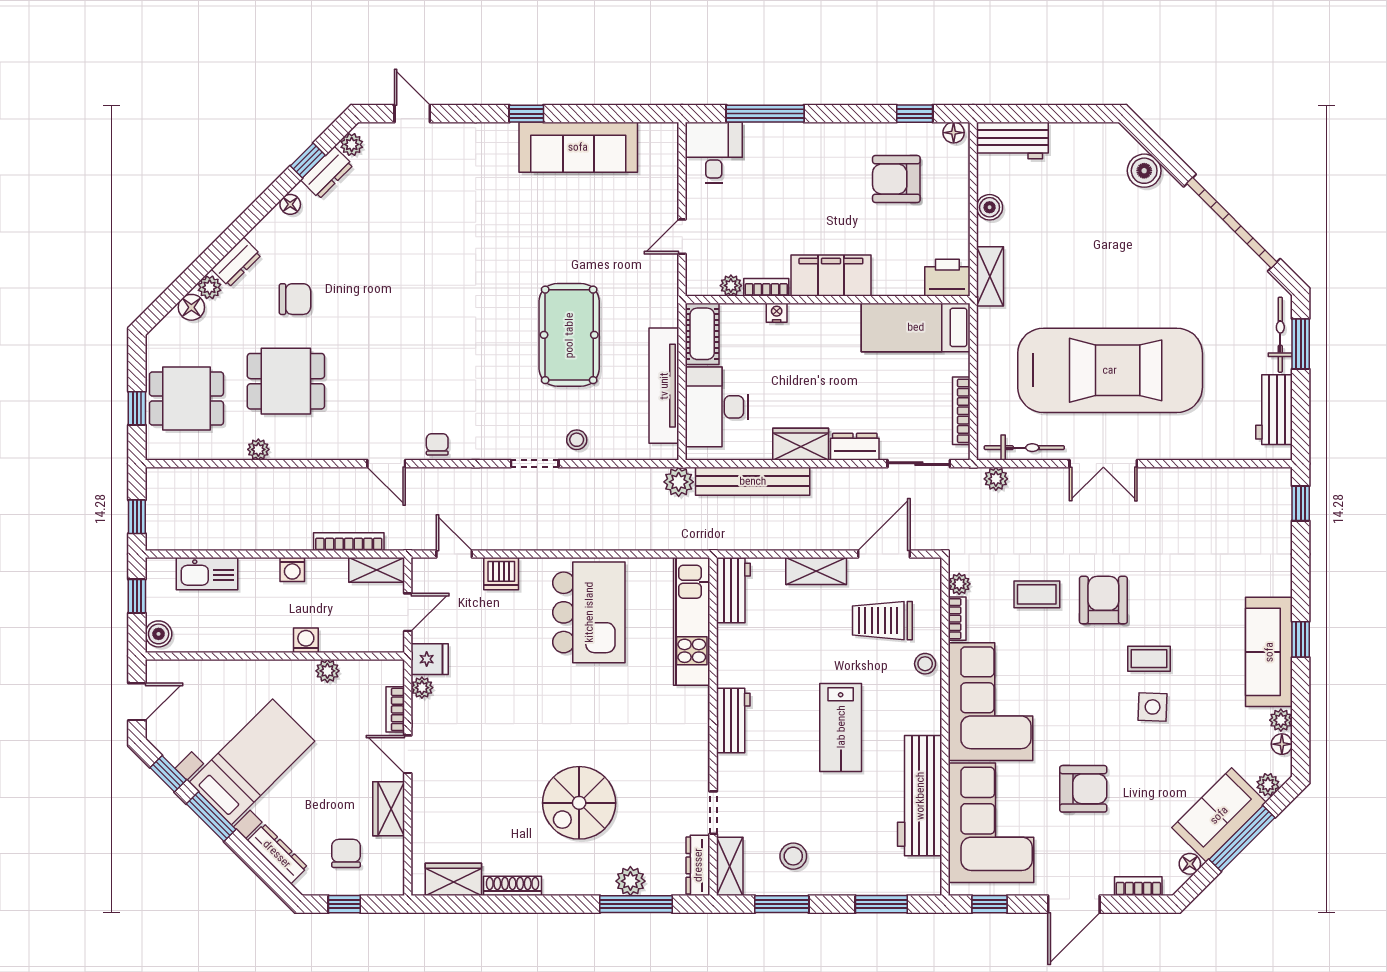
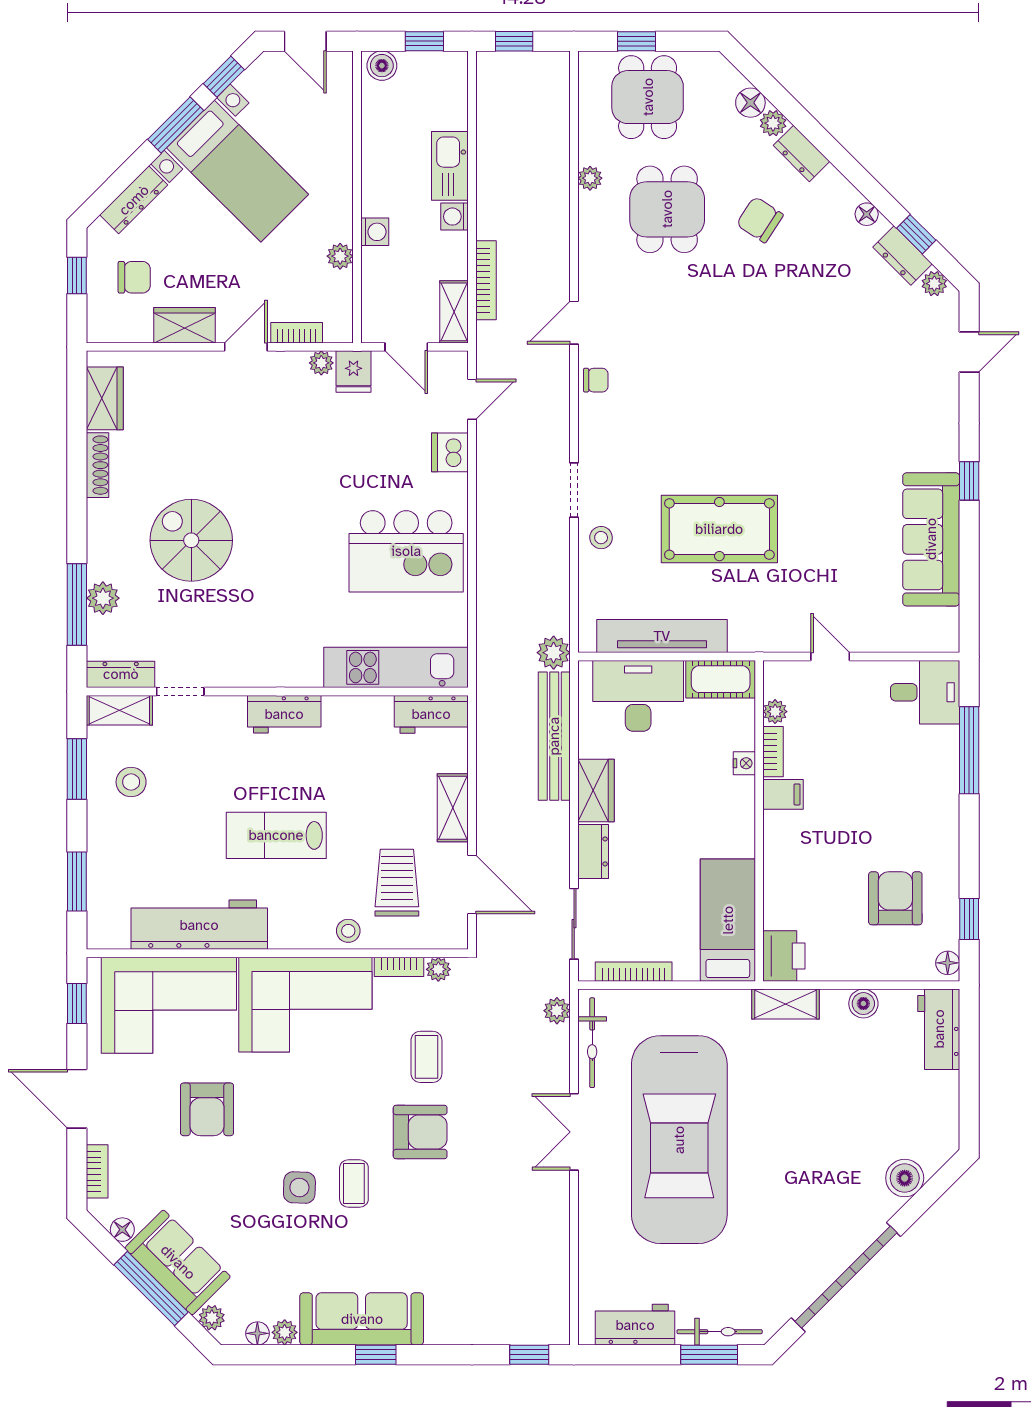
filing cabinet: (831, 276) -> (783, 794), width x0.33, depth x0.86
chair: (295, 299) -> (760, 220), turned 123
kitchen sink: (207, 574) -> (450, 166), moved

